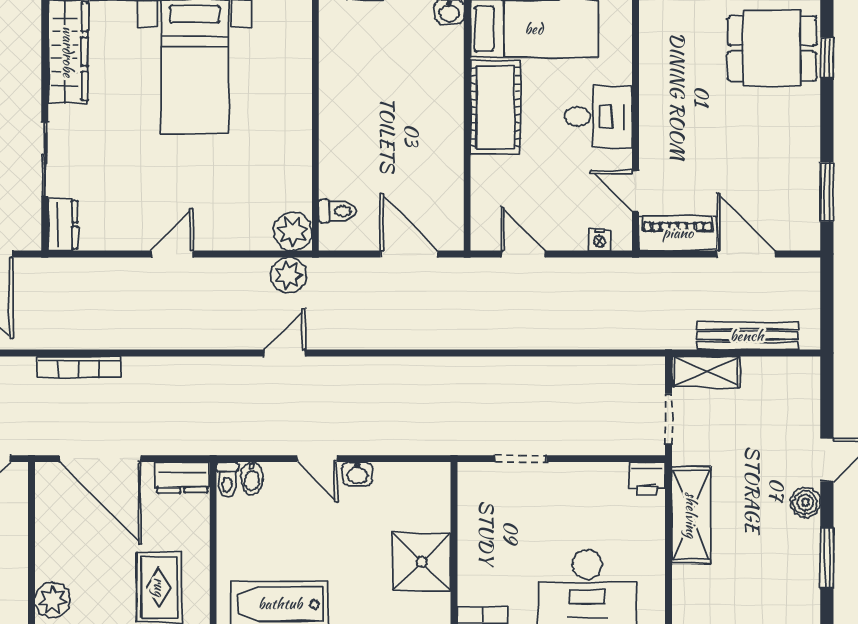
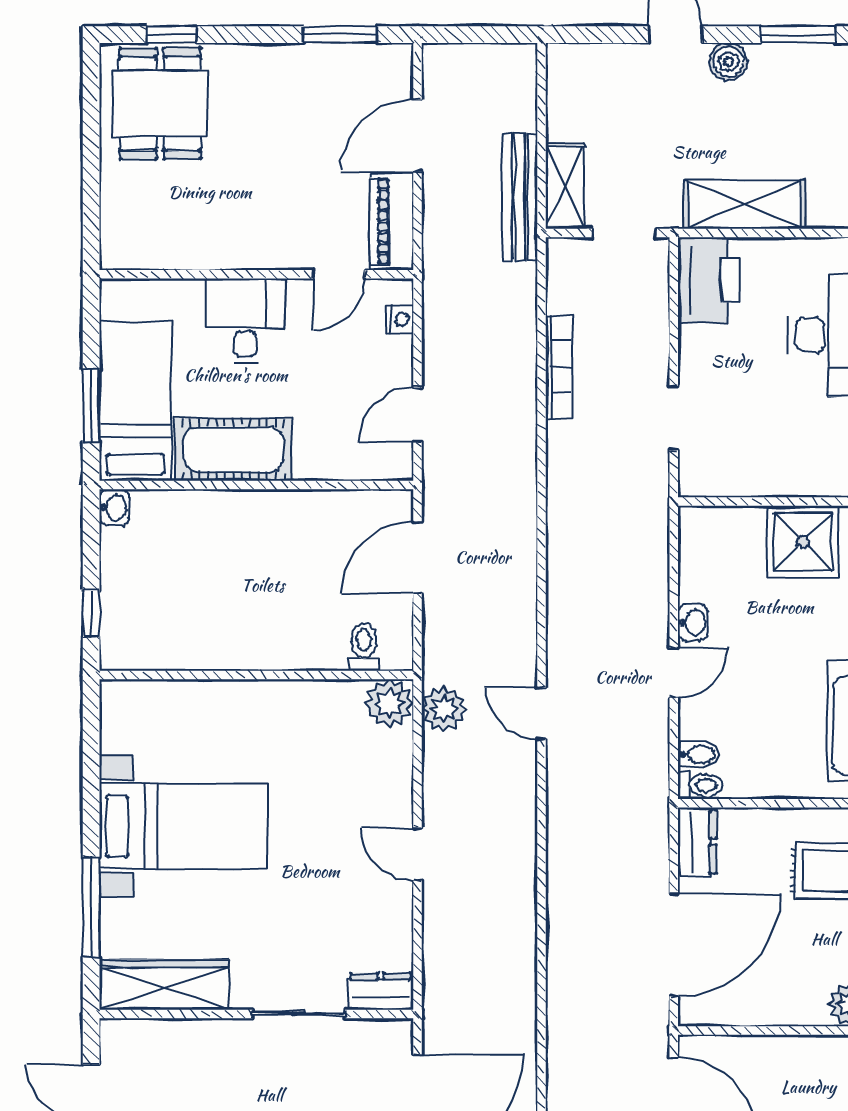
bench: (747, 336) -> (520, 197), moved
bookcase: (79, 367) -> (559, 367), moved
printer: (647, 479) -> (709, 280), width x1.87, depth x1.48

